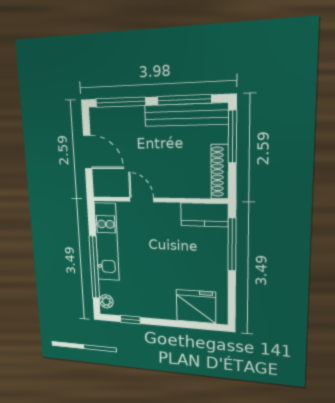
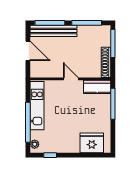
bench: (186, 115) -> (53, 31), moved
door: (142, 200) -> (71, 79), moved

